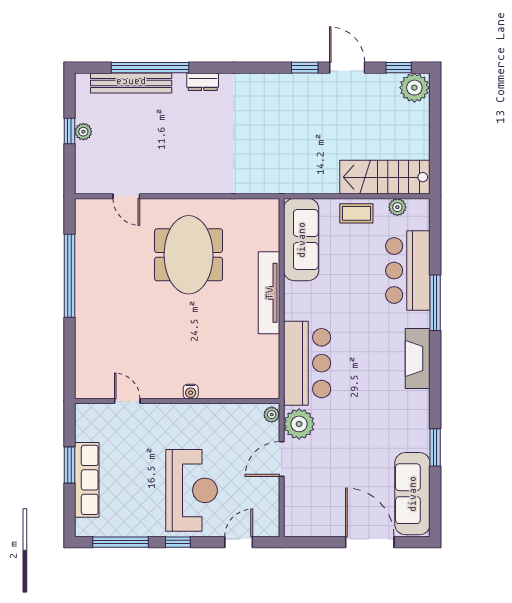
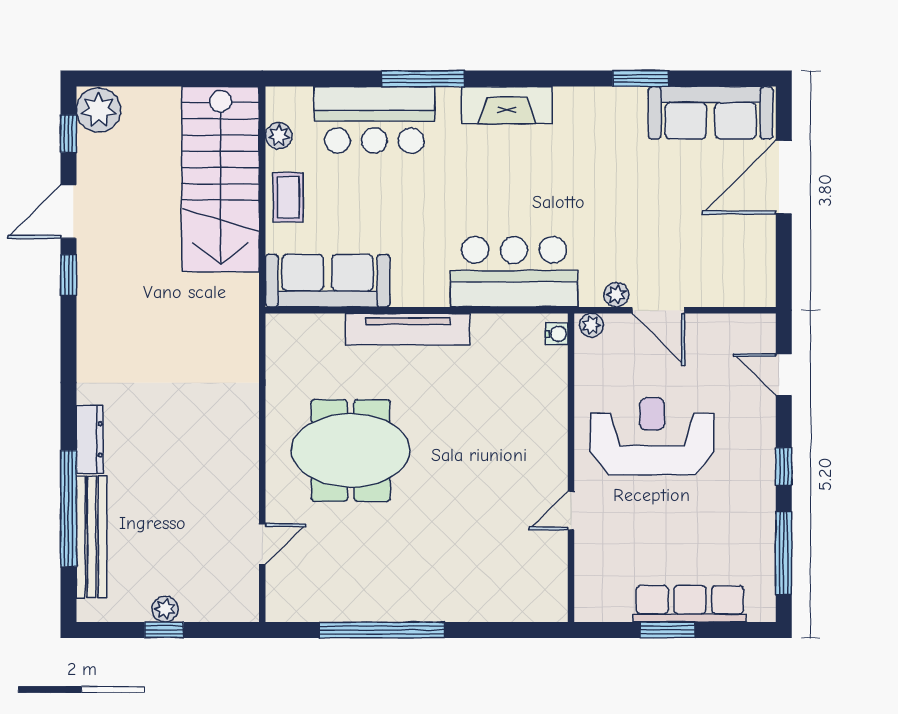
dresser: (203, 82) -> (90, 439), width x1.44
stairs: (385, 177) -> (221, 179), width x1.36, depth x1.51
water cooler: (191, 392) -> (557, 334), moved
door: (127, 401) -> (571, 511), moved
plant: (299, 424) -> (616, 295), width x0.53, depth x0.53
reception desk: (192, 490) -> (652, 436), moved

